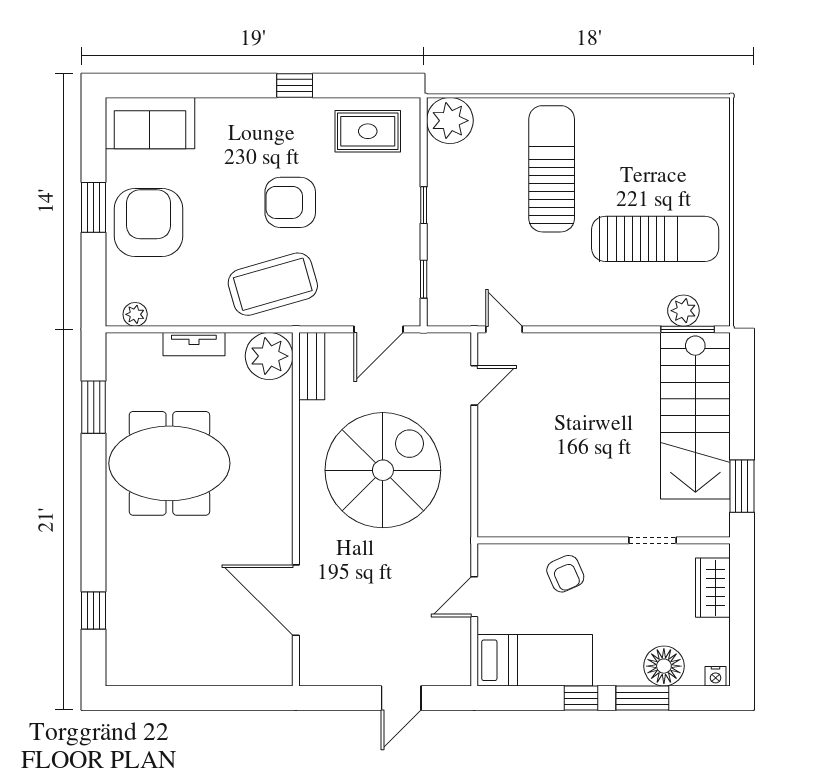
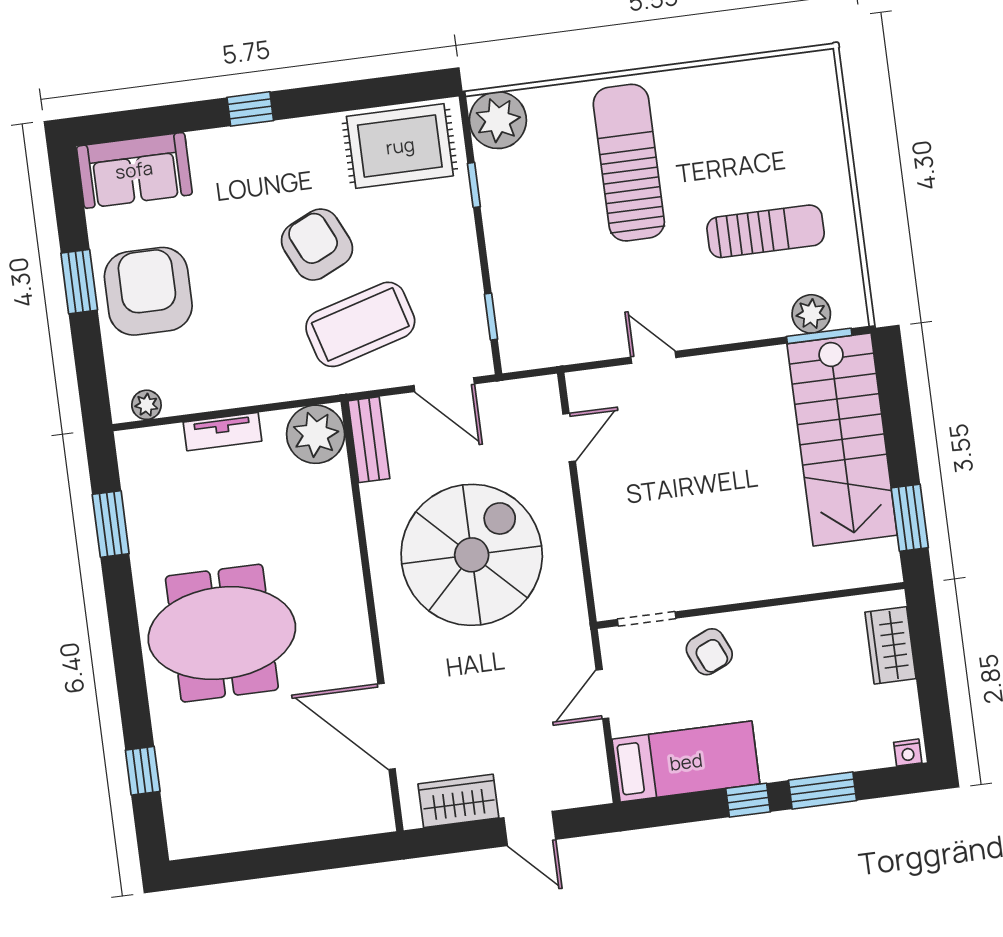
window: (295, 85) -> (250, 109), moved
rug: (368, 131) -> (400, 146), width x1.36, depth x1.43
armchair: (290, 202) -> (317, 245), turned 65
window: (424, 205) -> (474, 185), moved
sun lounger: (655, 239) -> (766, 231), width x0.73, depth x0.75
coffee table: (273, 284) -> (360, 324), moved
door: (379, 329) -> (444, 385), hinge flipped
door: (504, 329) -> (653, 357), moved
meeting table: (169, 463) -> (222, 633), moved
doorway: (652, 540) -> (647, 619), moved
floor lamp: (664, 666) -> (844, 748), removed
wardrobe: (346, 668) -> (458, 801), added
door: (401, 698) -> (530, 828), hinge flipped

